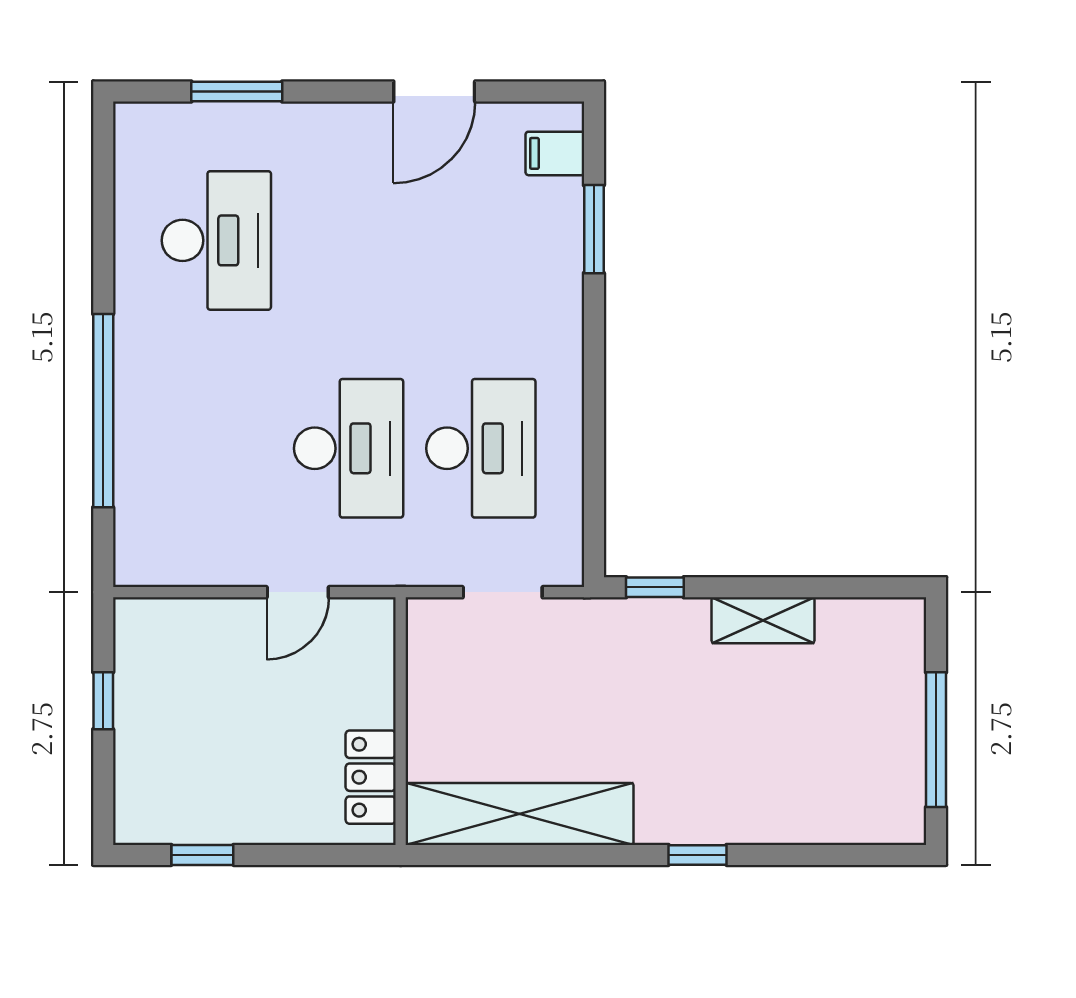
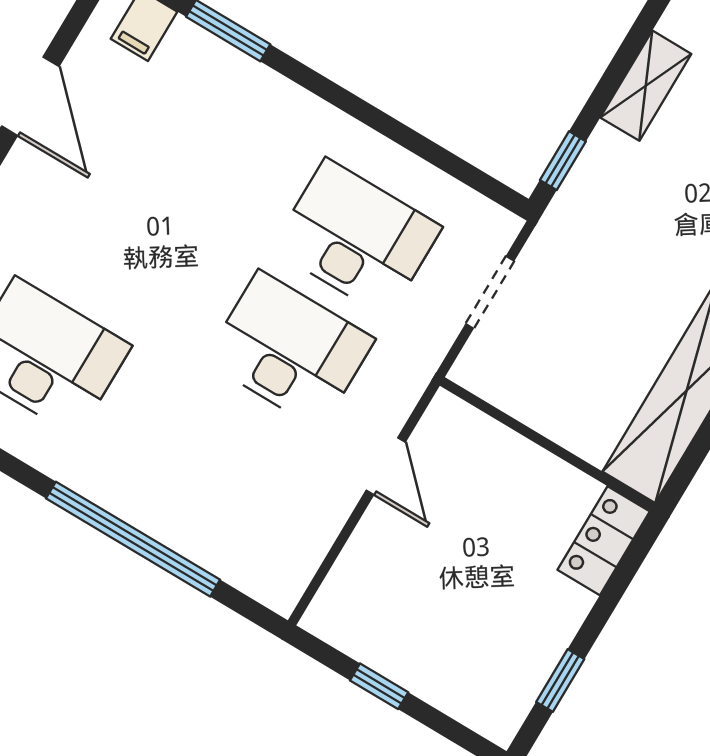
locker: (371, 777) -> (604, 541), moved, turned 90

